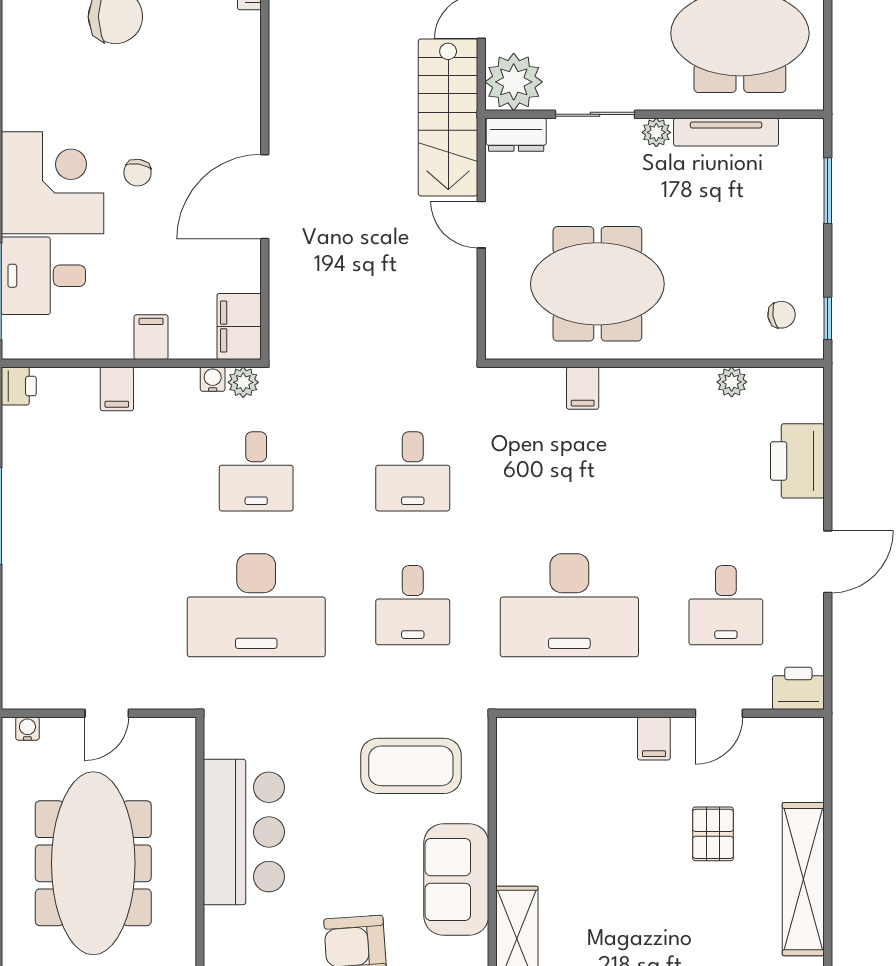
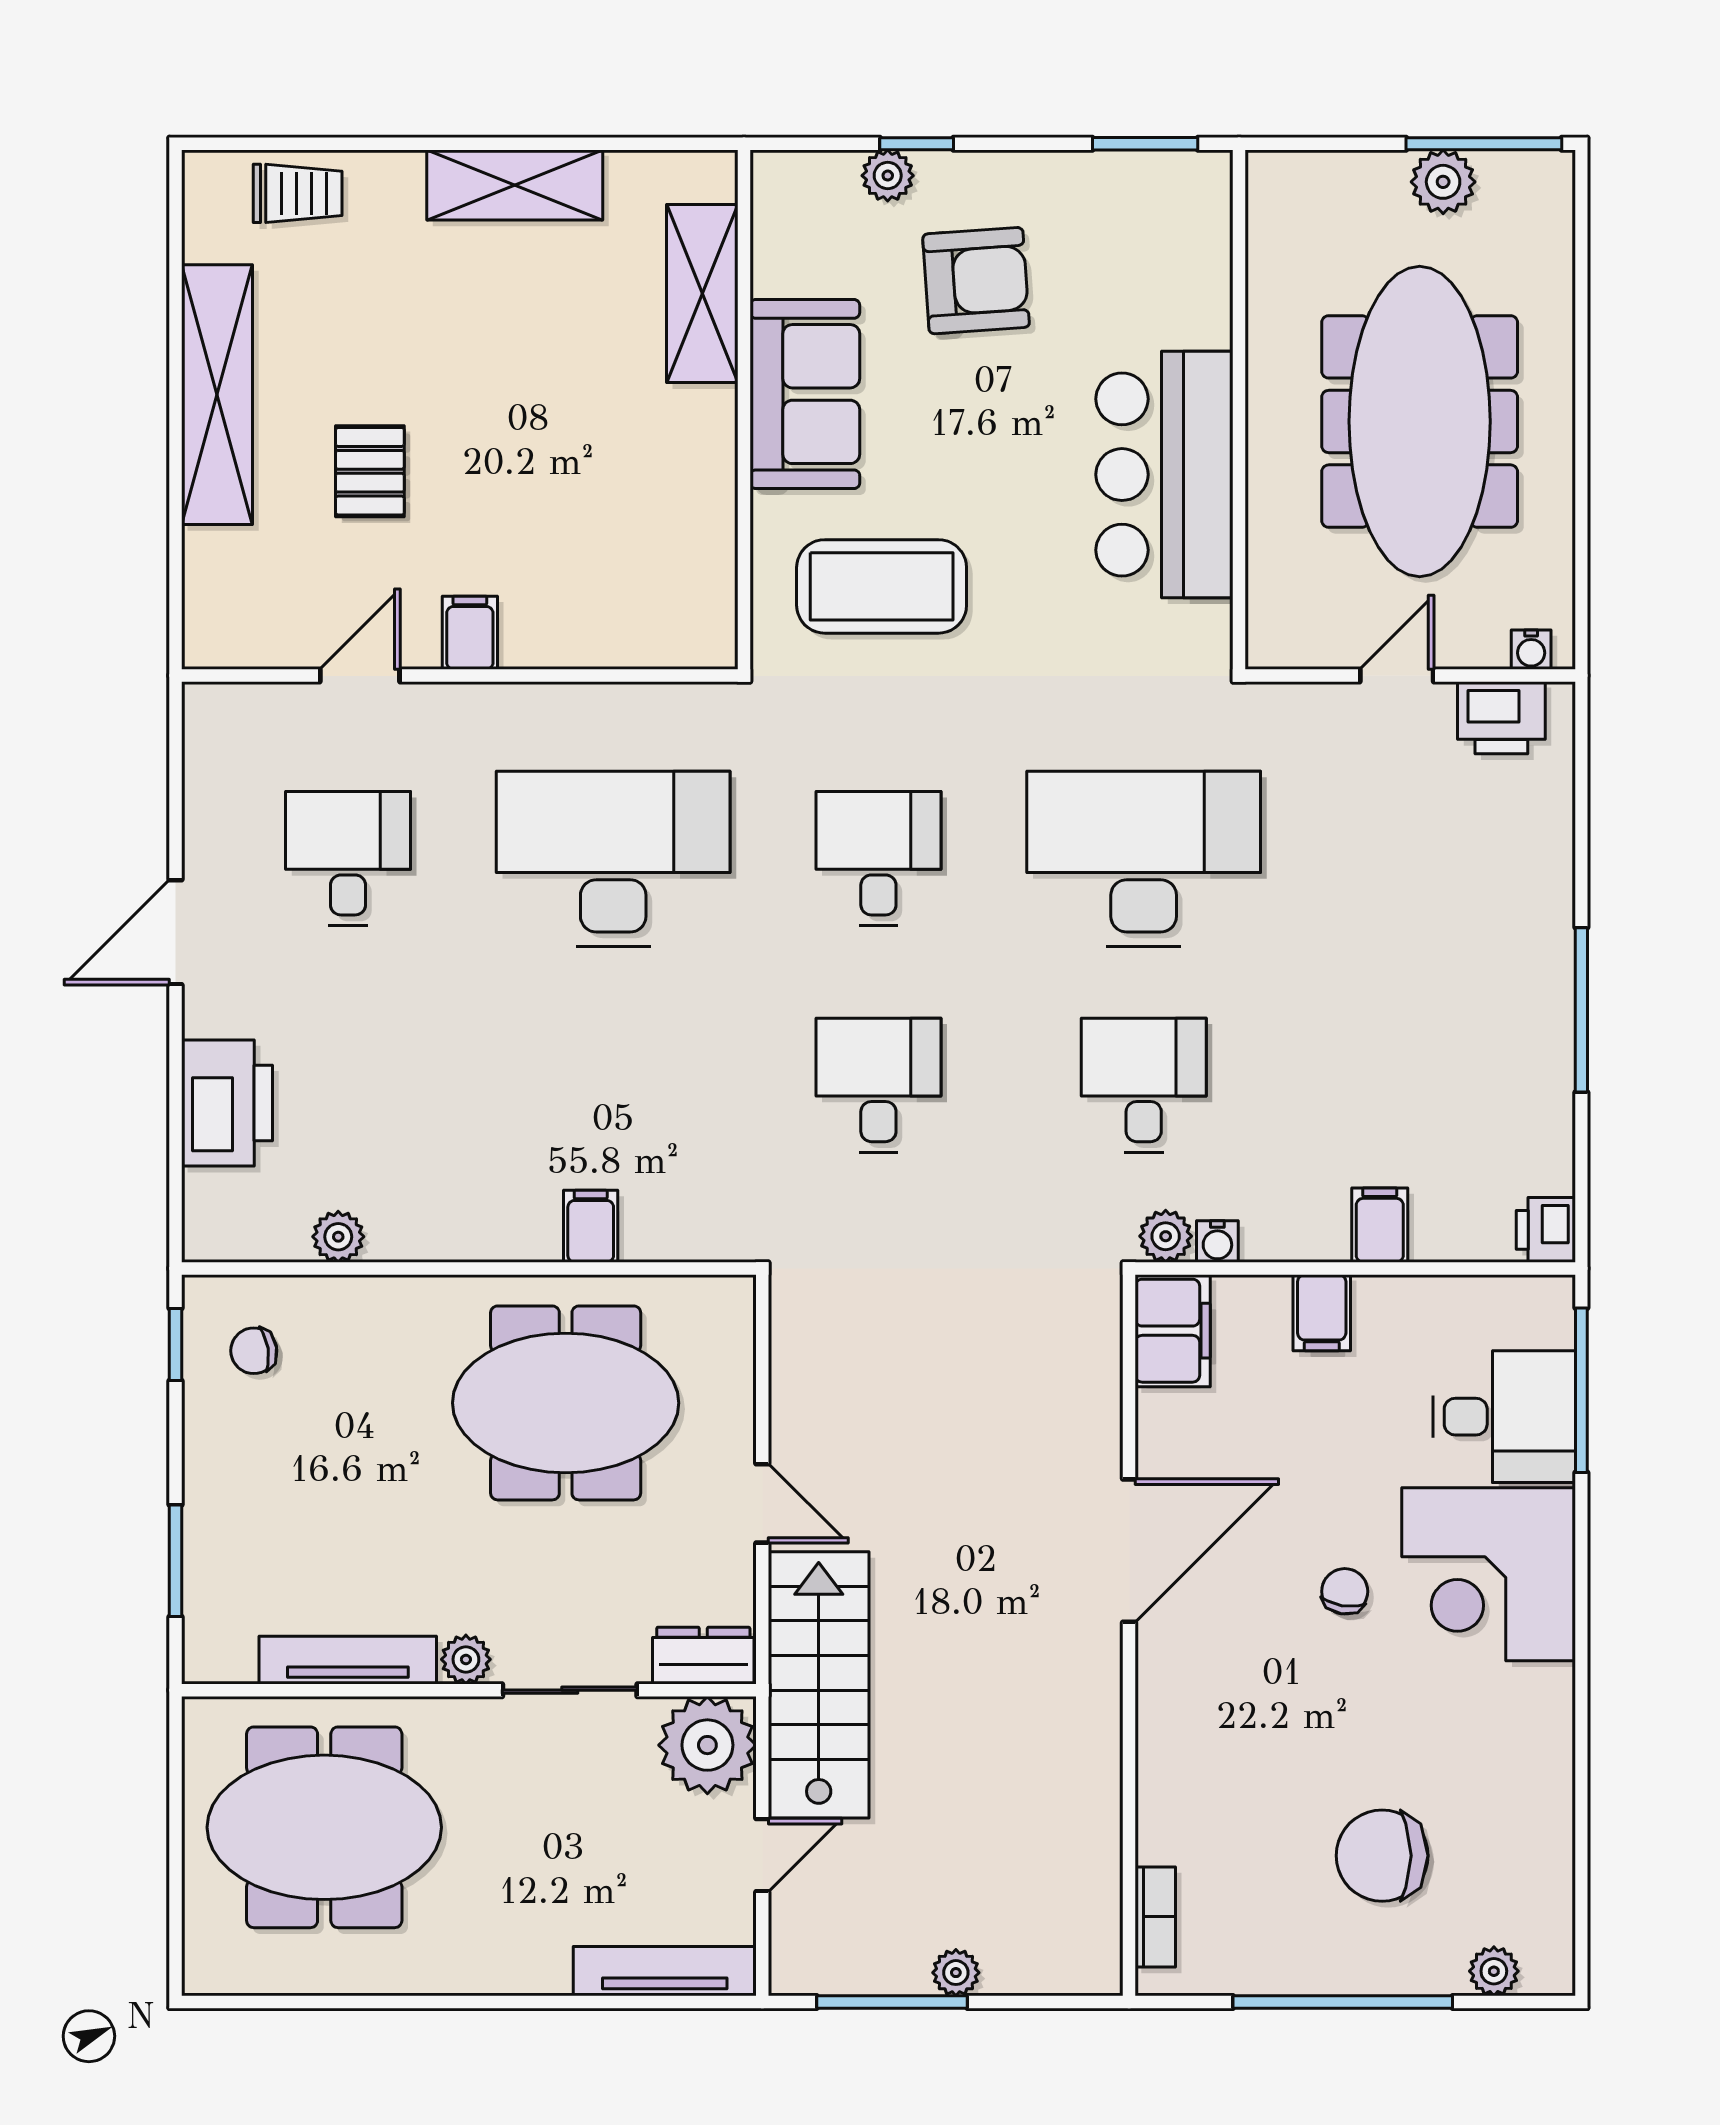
printer: (798, 688) -> (1501, 718), moved

